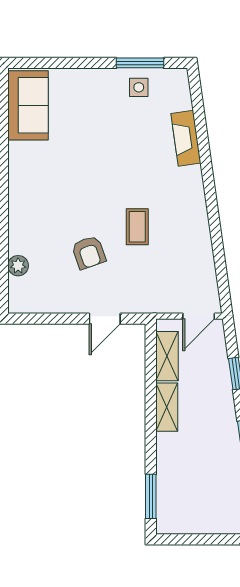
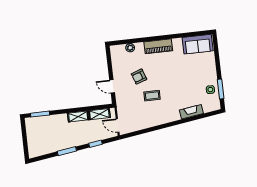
piano: (22, 199) -> (158, 46), added

